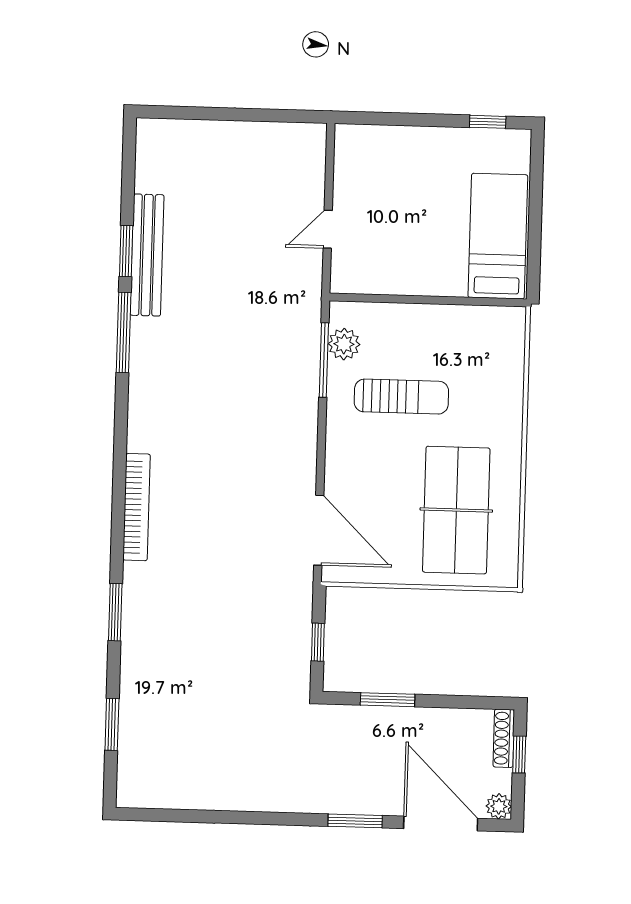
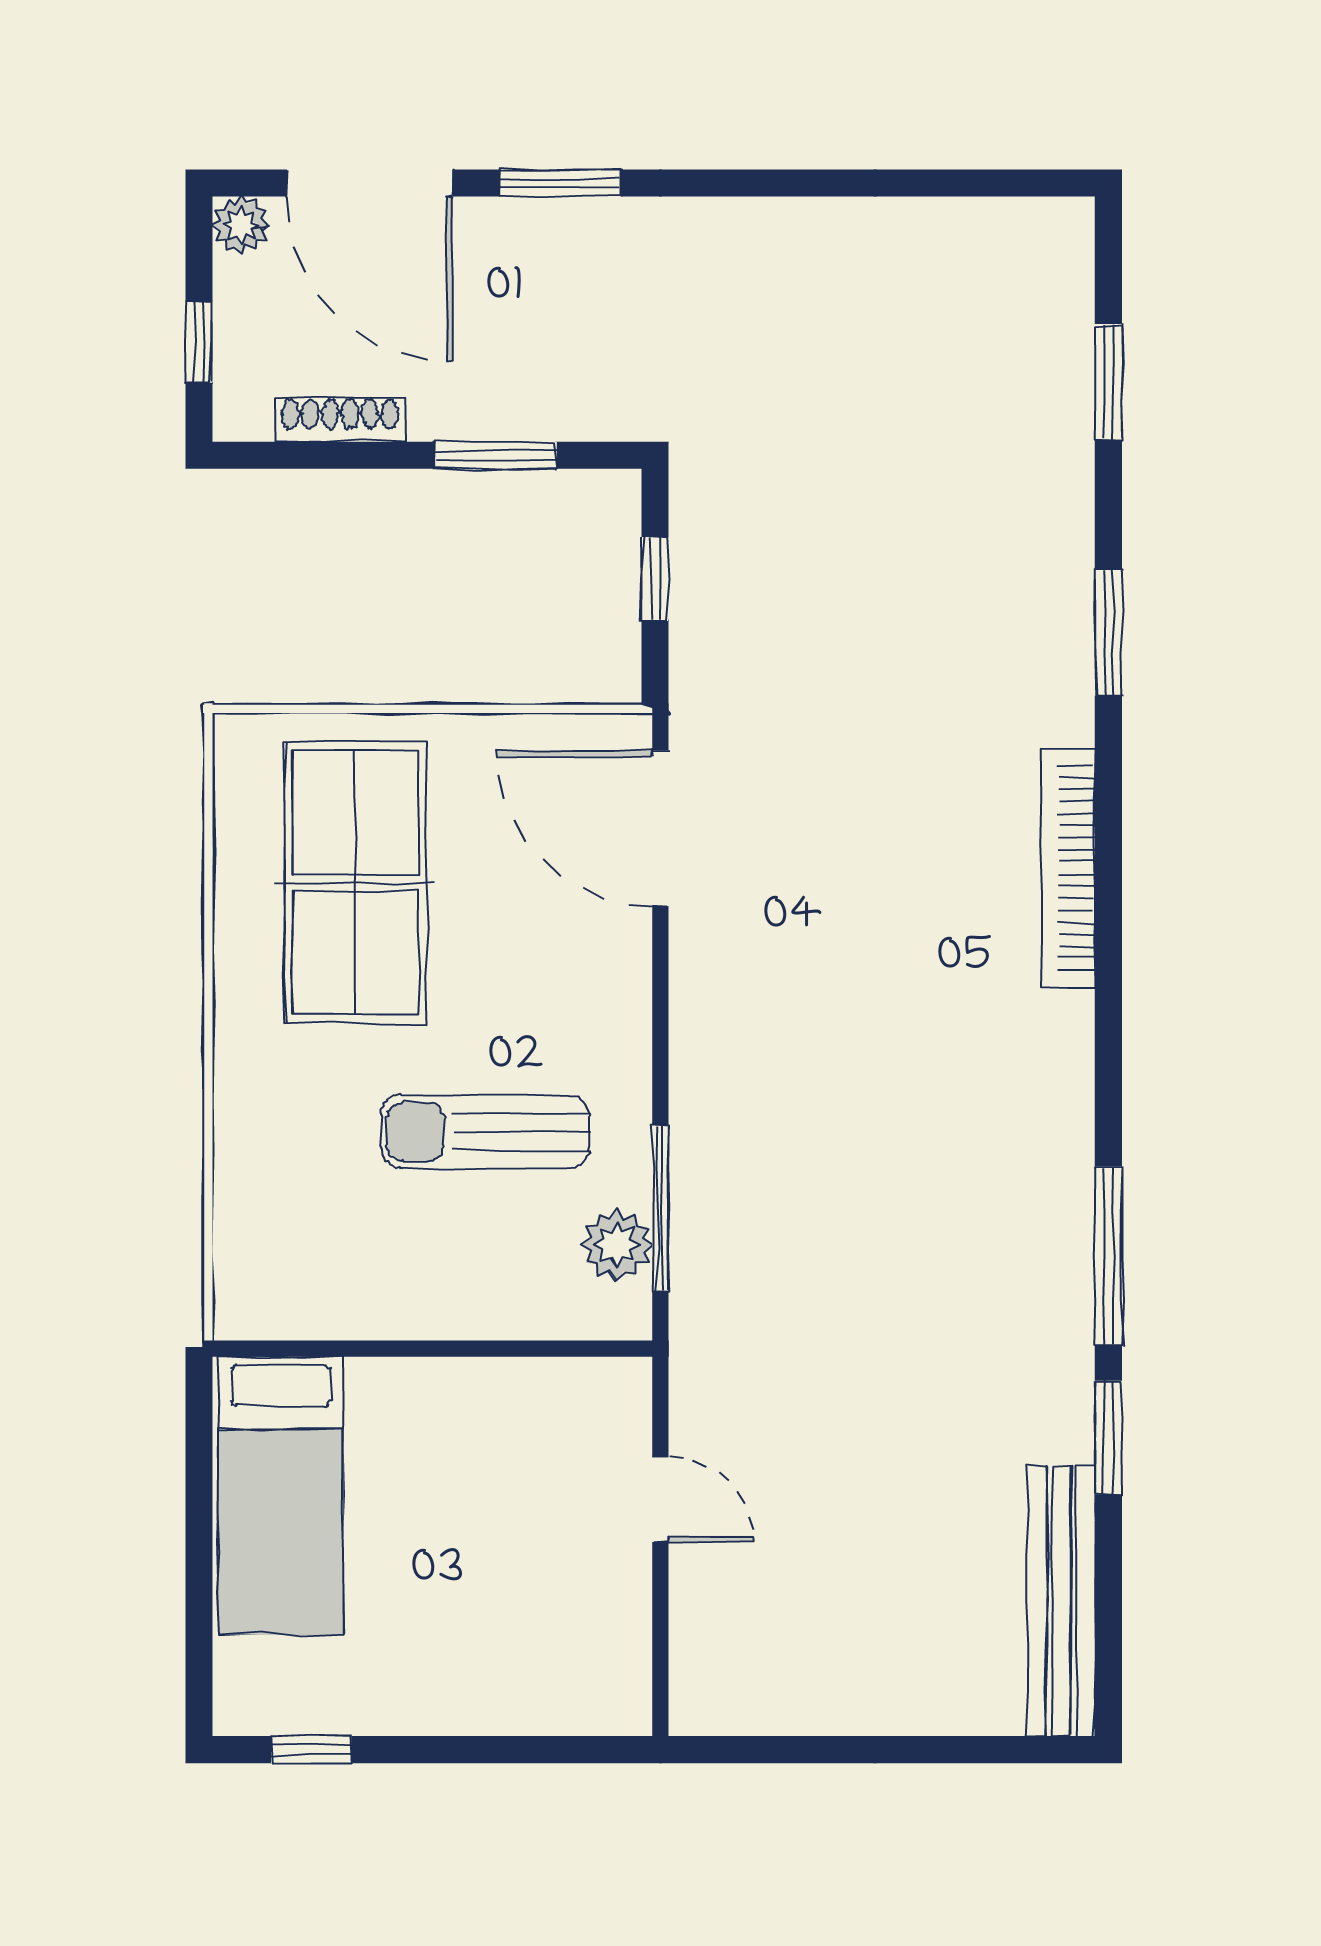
door: (328, 229) -> (660, 1500), hinge flipped
bench: (147, 255) -> (1061, 1601), moved
shoe rack: (504, 738) -> (340, 420), moved, turned -90

